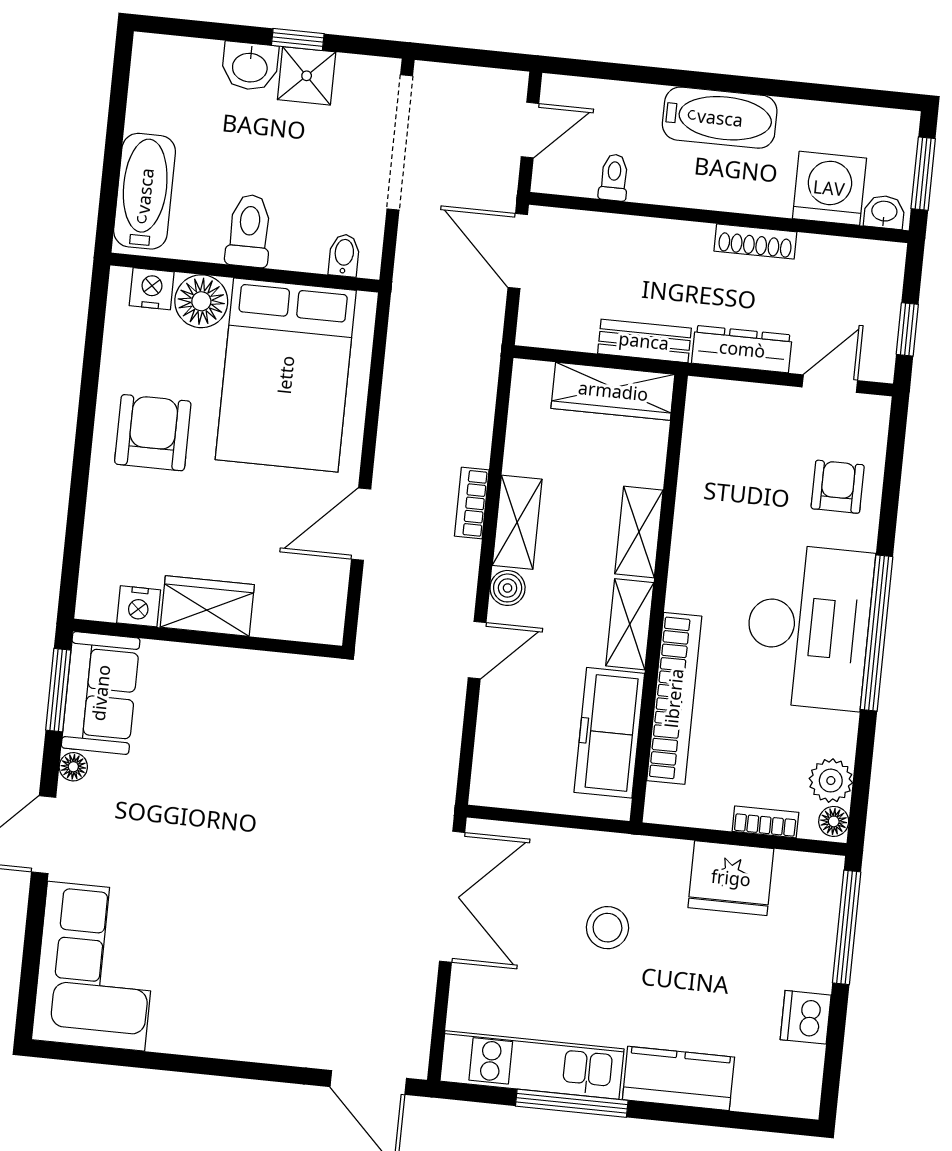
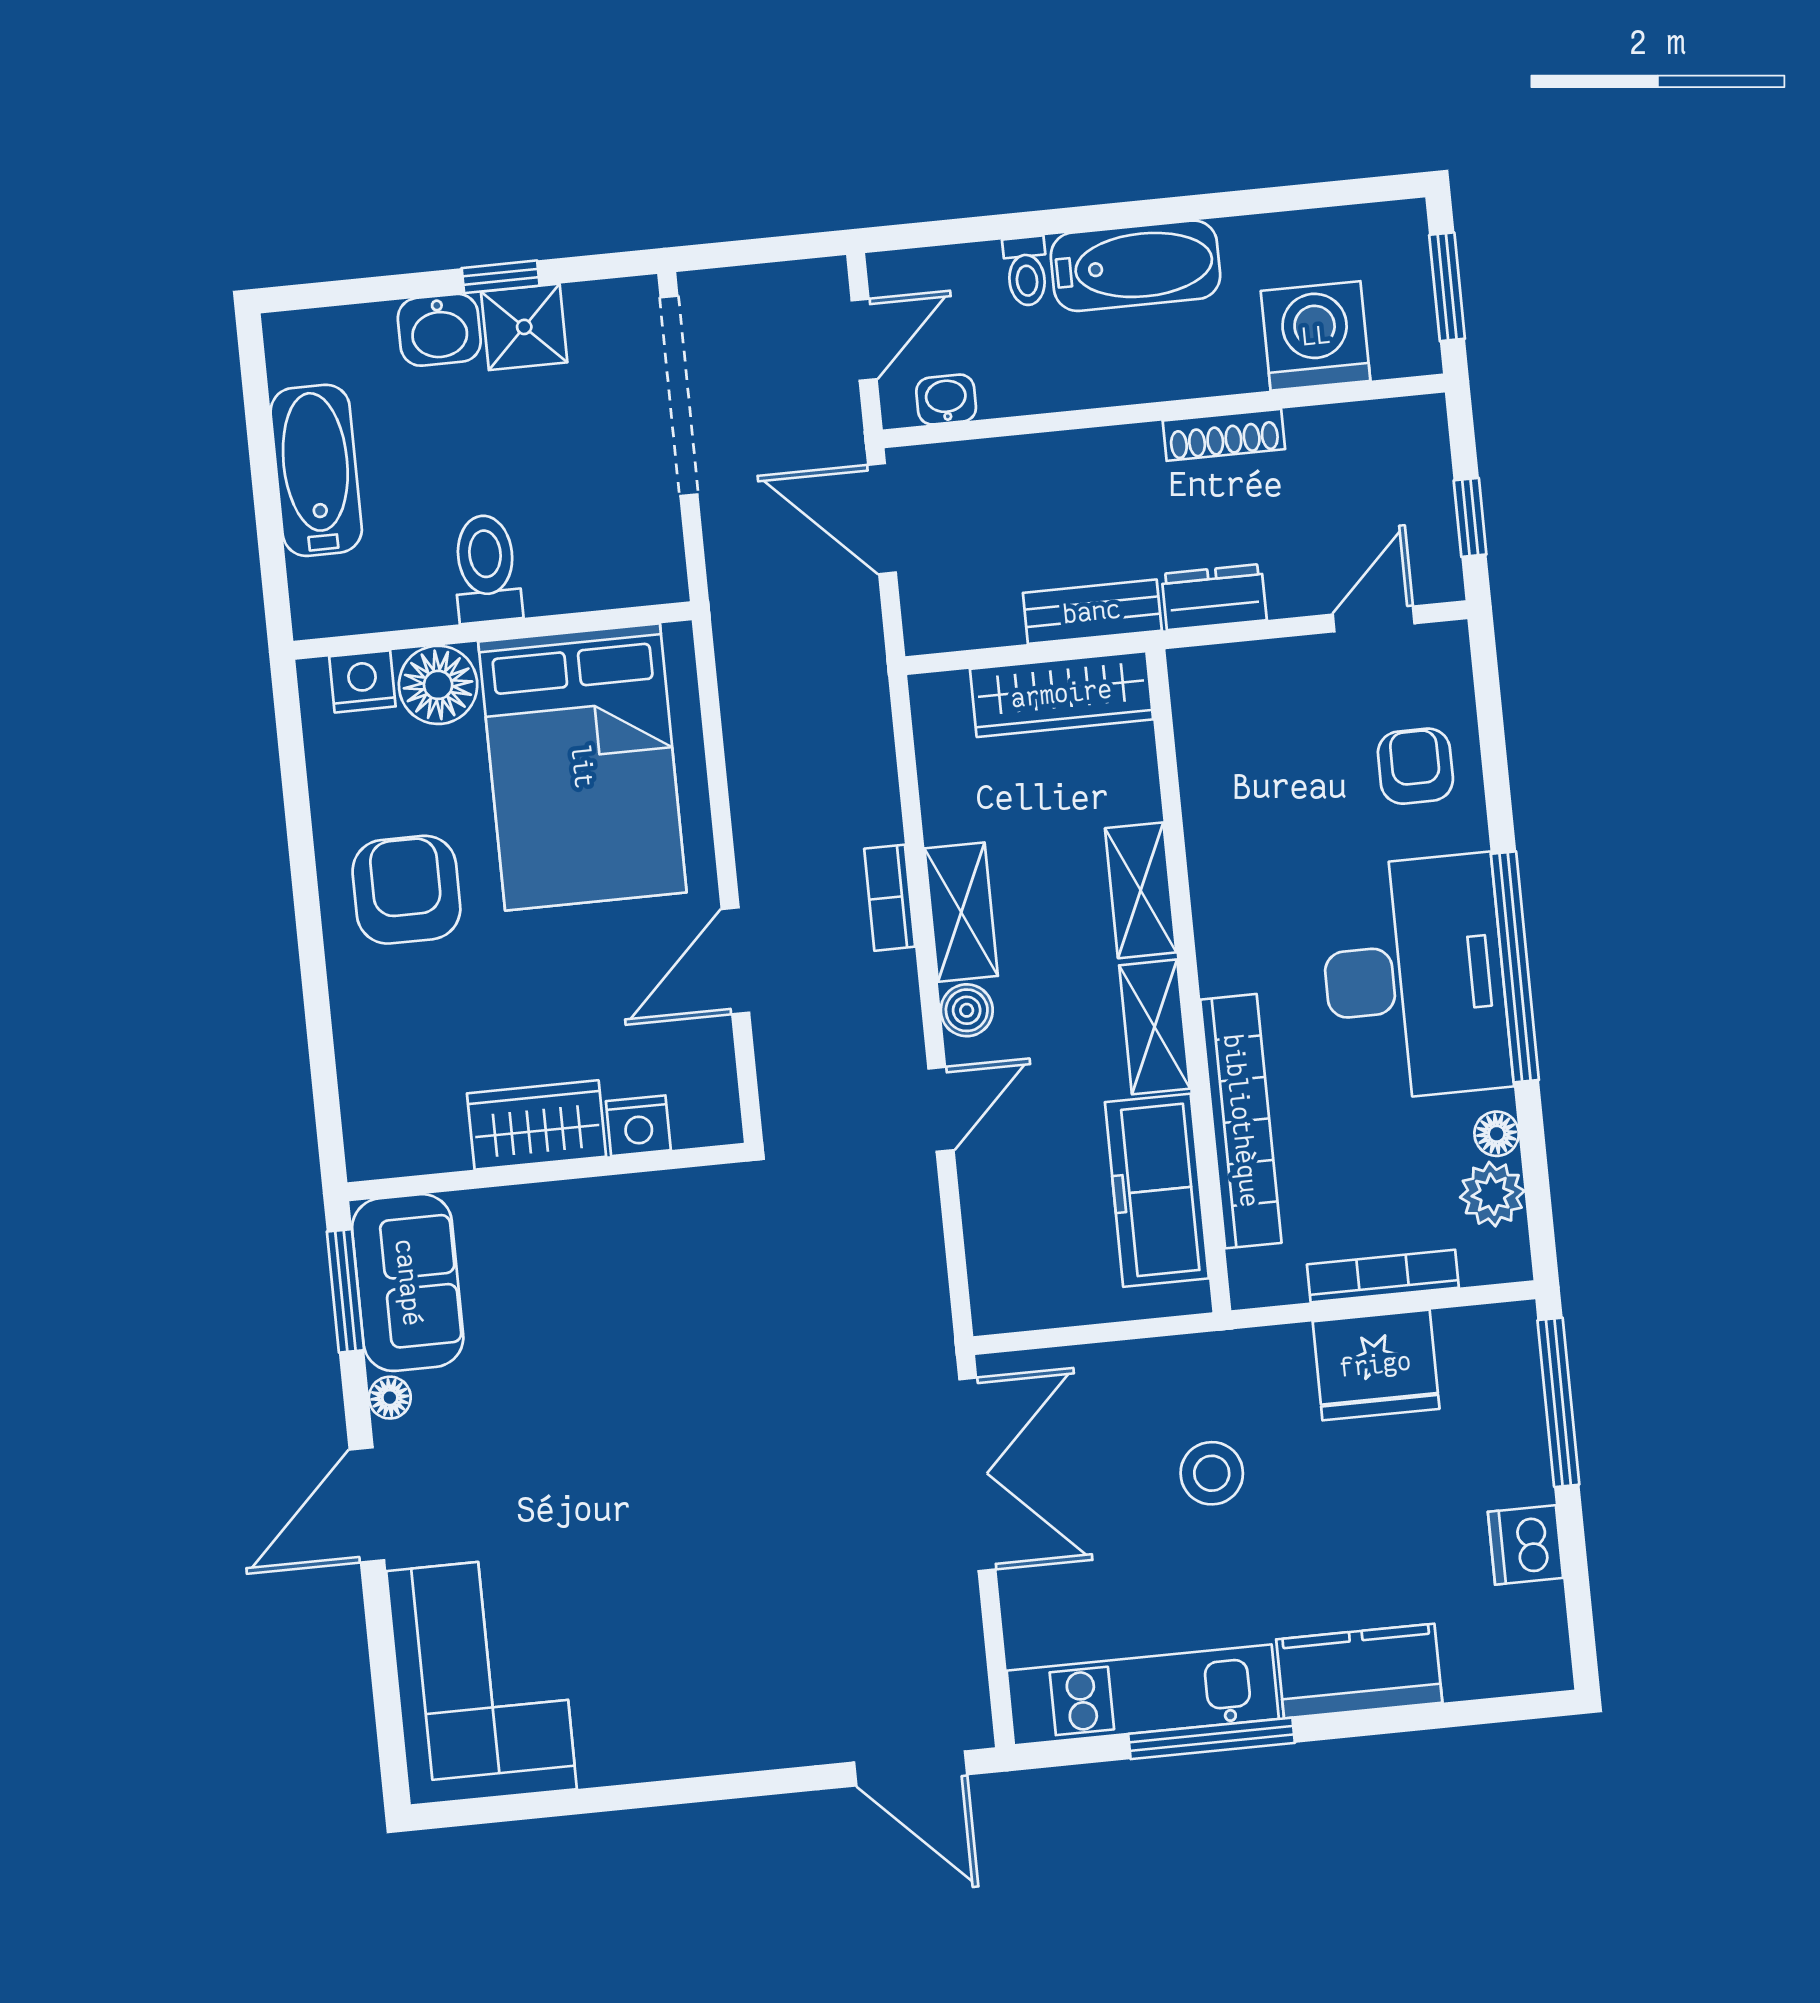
toilet: (614, 177) -> (1026, 271), moved, turned 180
bathtub: (145, 191) -> (316, 470), moved
washbasin: (884, 212) -> (946, 400), moved
bidet: (344, 255) -> (631, 576), removed
dresser: (742, 349) -> (1214, 597), width x0.70
nightstand: (139, 606) -> (638, 1126), moved
floor lamp: (834, 821) -> (1497, 1134), moved
bookcase: (765, 822) -> (1383, 1276), width x1.56

